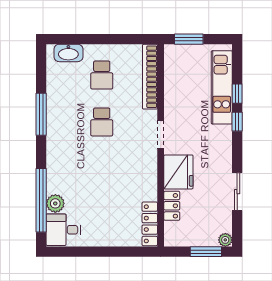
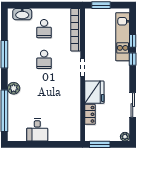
plant: (55, 203) -> (14, 88), moved
locker: (150, 224) -> (76, 126), removed
desk: (63, 230) -> (37, 130), moved, turned -90
window: (206, 252) -> (100, 144), moved

